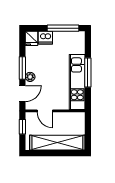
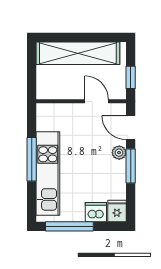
kitchen unit: (77, 82) -> (48, 174), moved
door: (22, 93) -> (131, 128), hinge flipped

